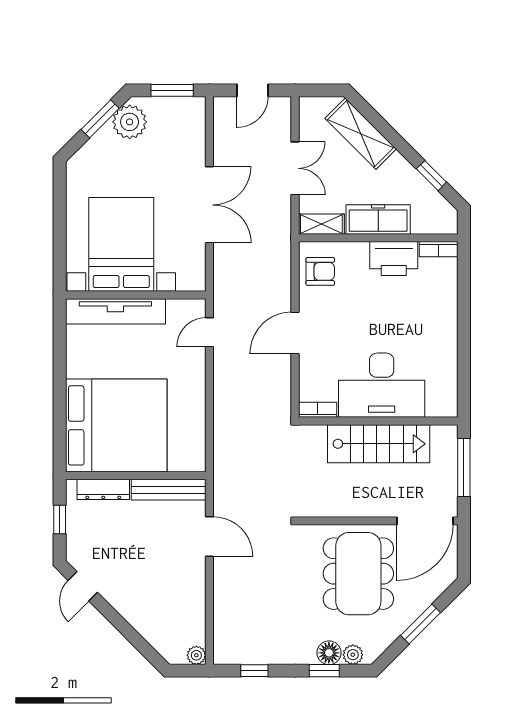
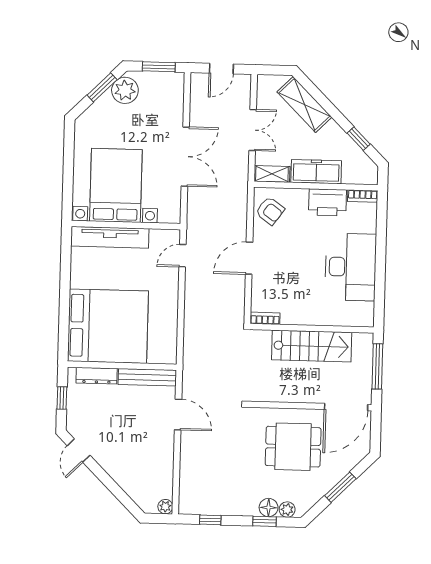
armchair: (320, 271) -> (270, 211), turned 36
desk: (382, 385) -> (351, 267), moved, turned -90
dining table: (358, 574) -> (293, 447), width x0.73

